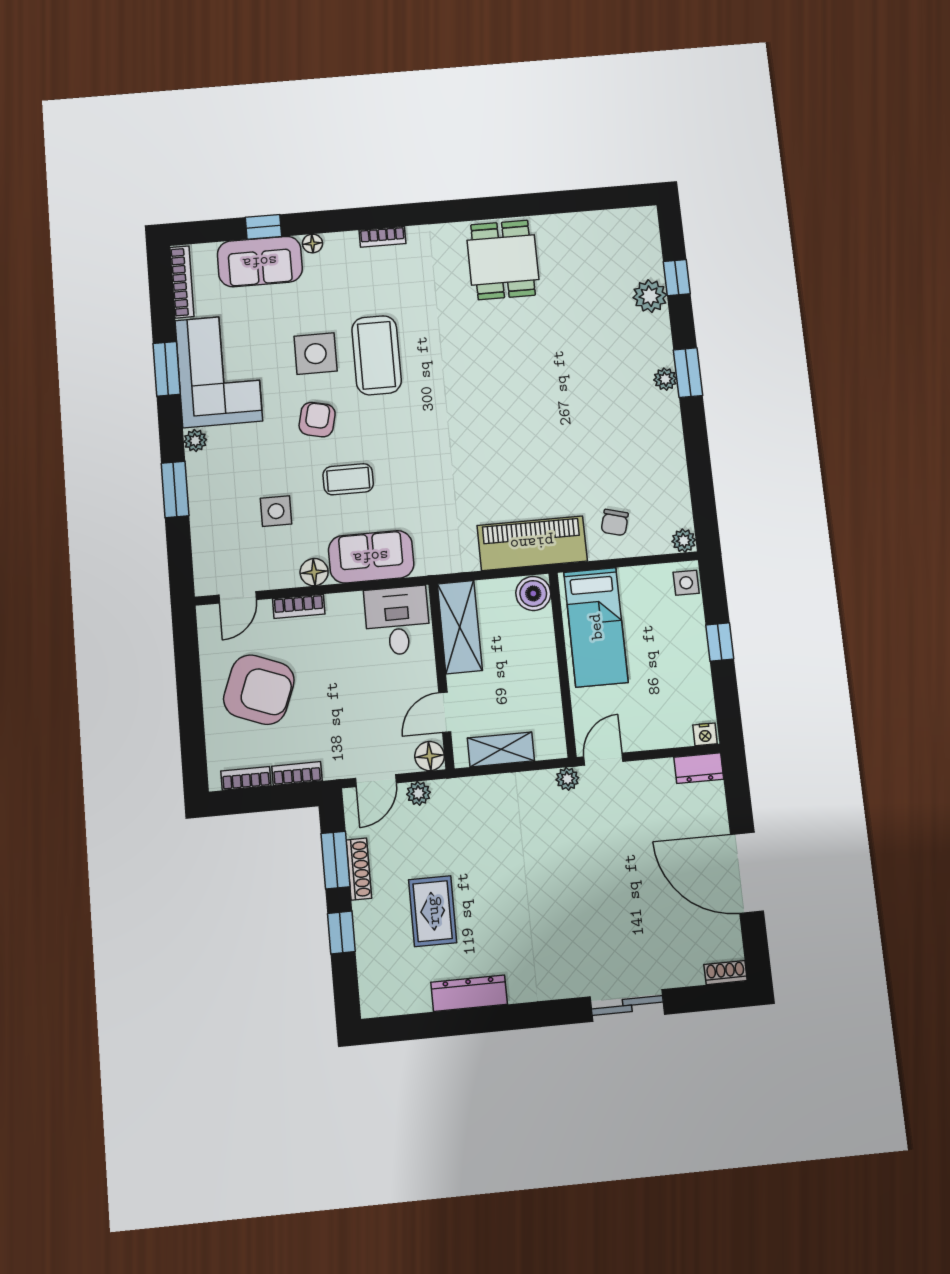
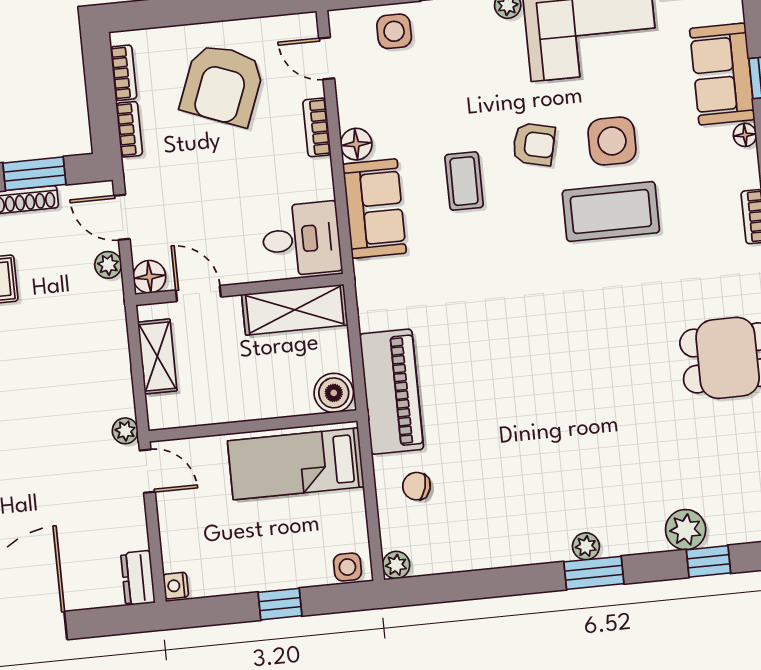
side table: (276, 511) -> (394, 31), moved

